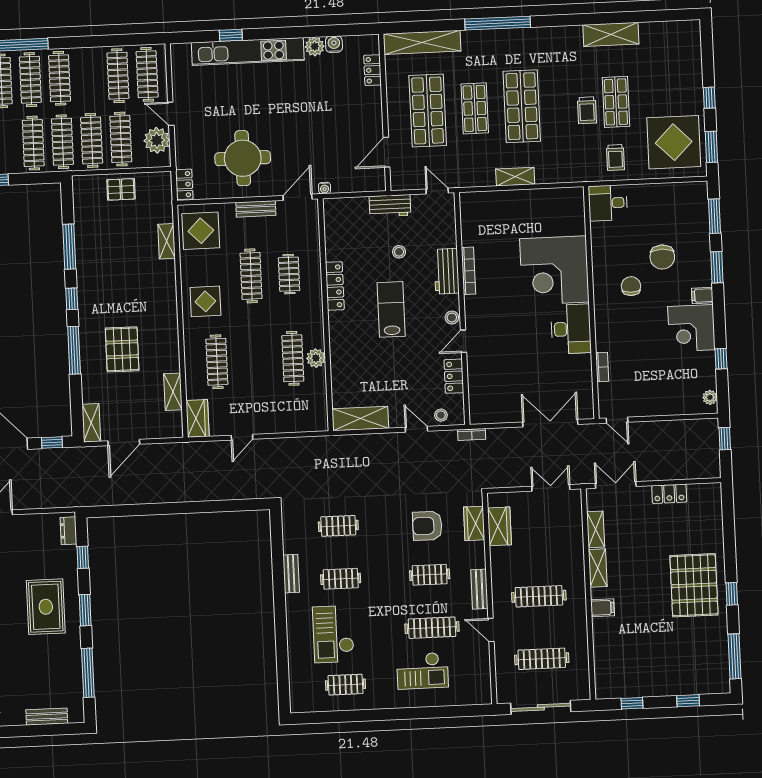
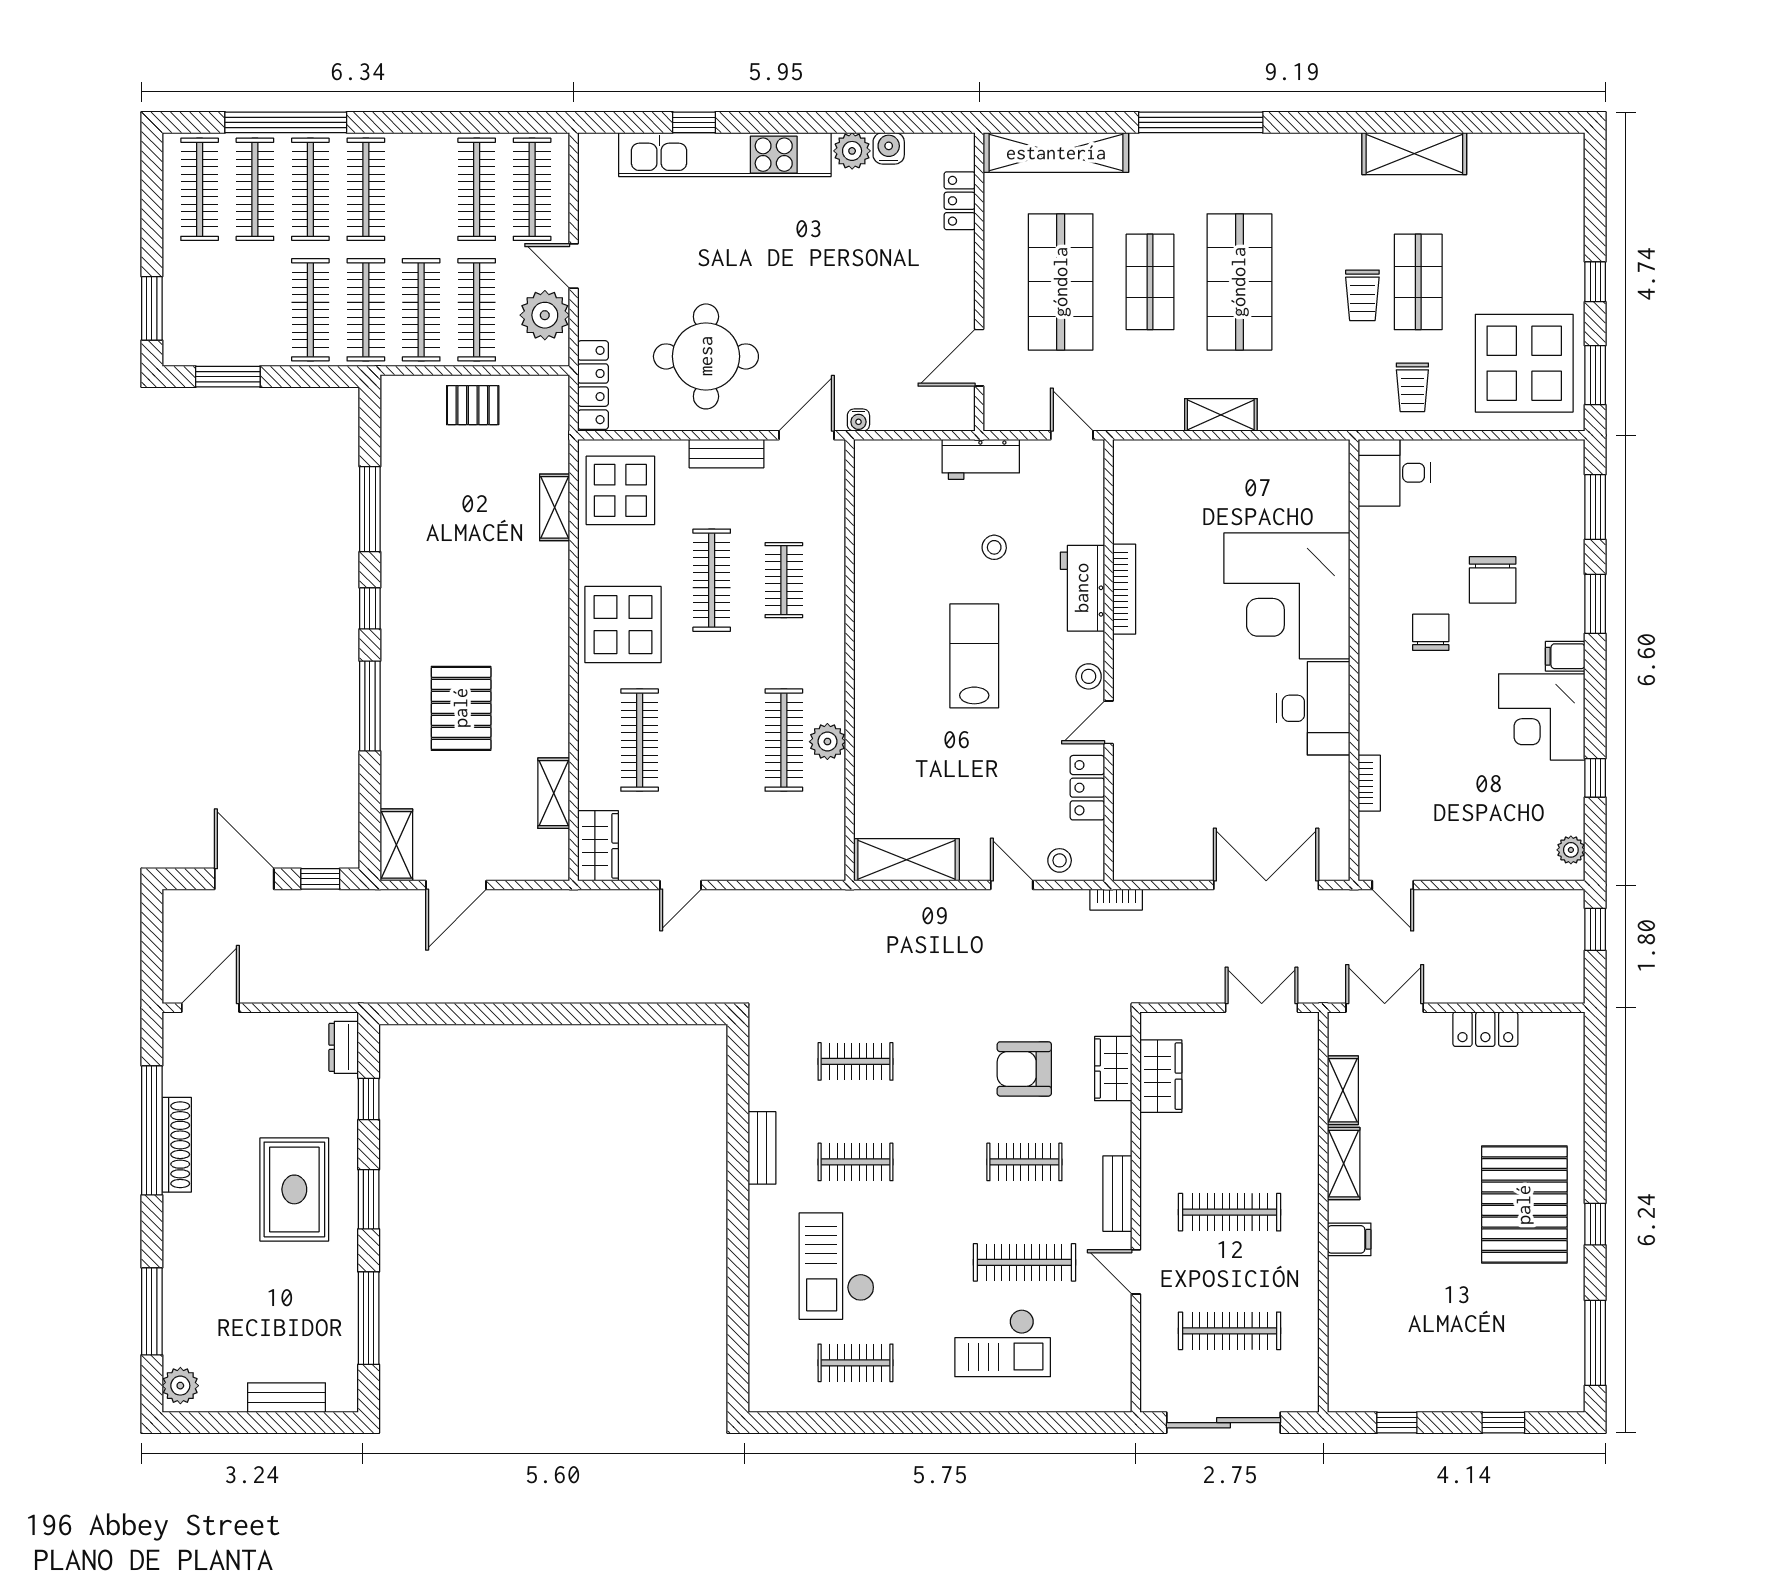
locker: (184, 184) -> (593, 385), width x1.53
locker: (335, 286) -> (870, 607), removed
display table: (205, 301) -> (623, 625), width x1.36, depth x1.36

